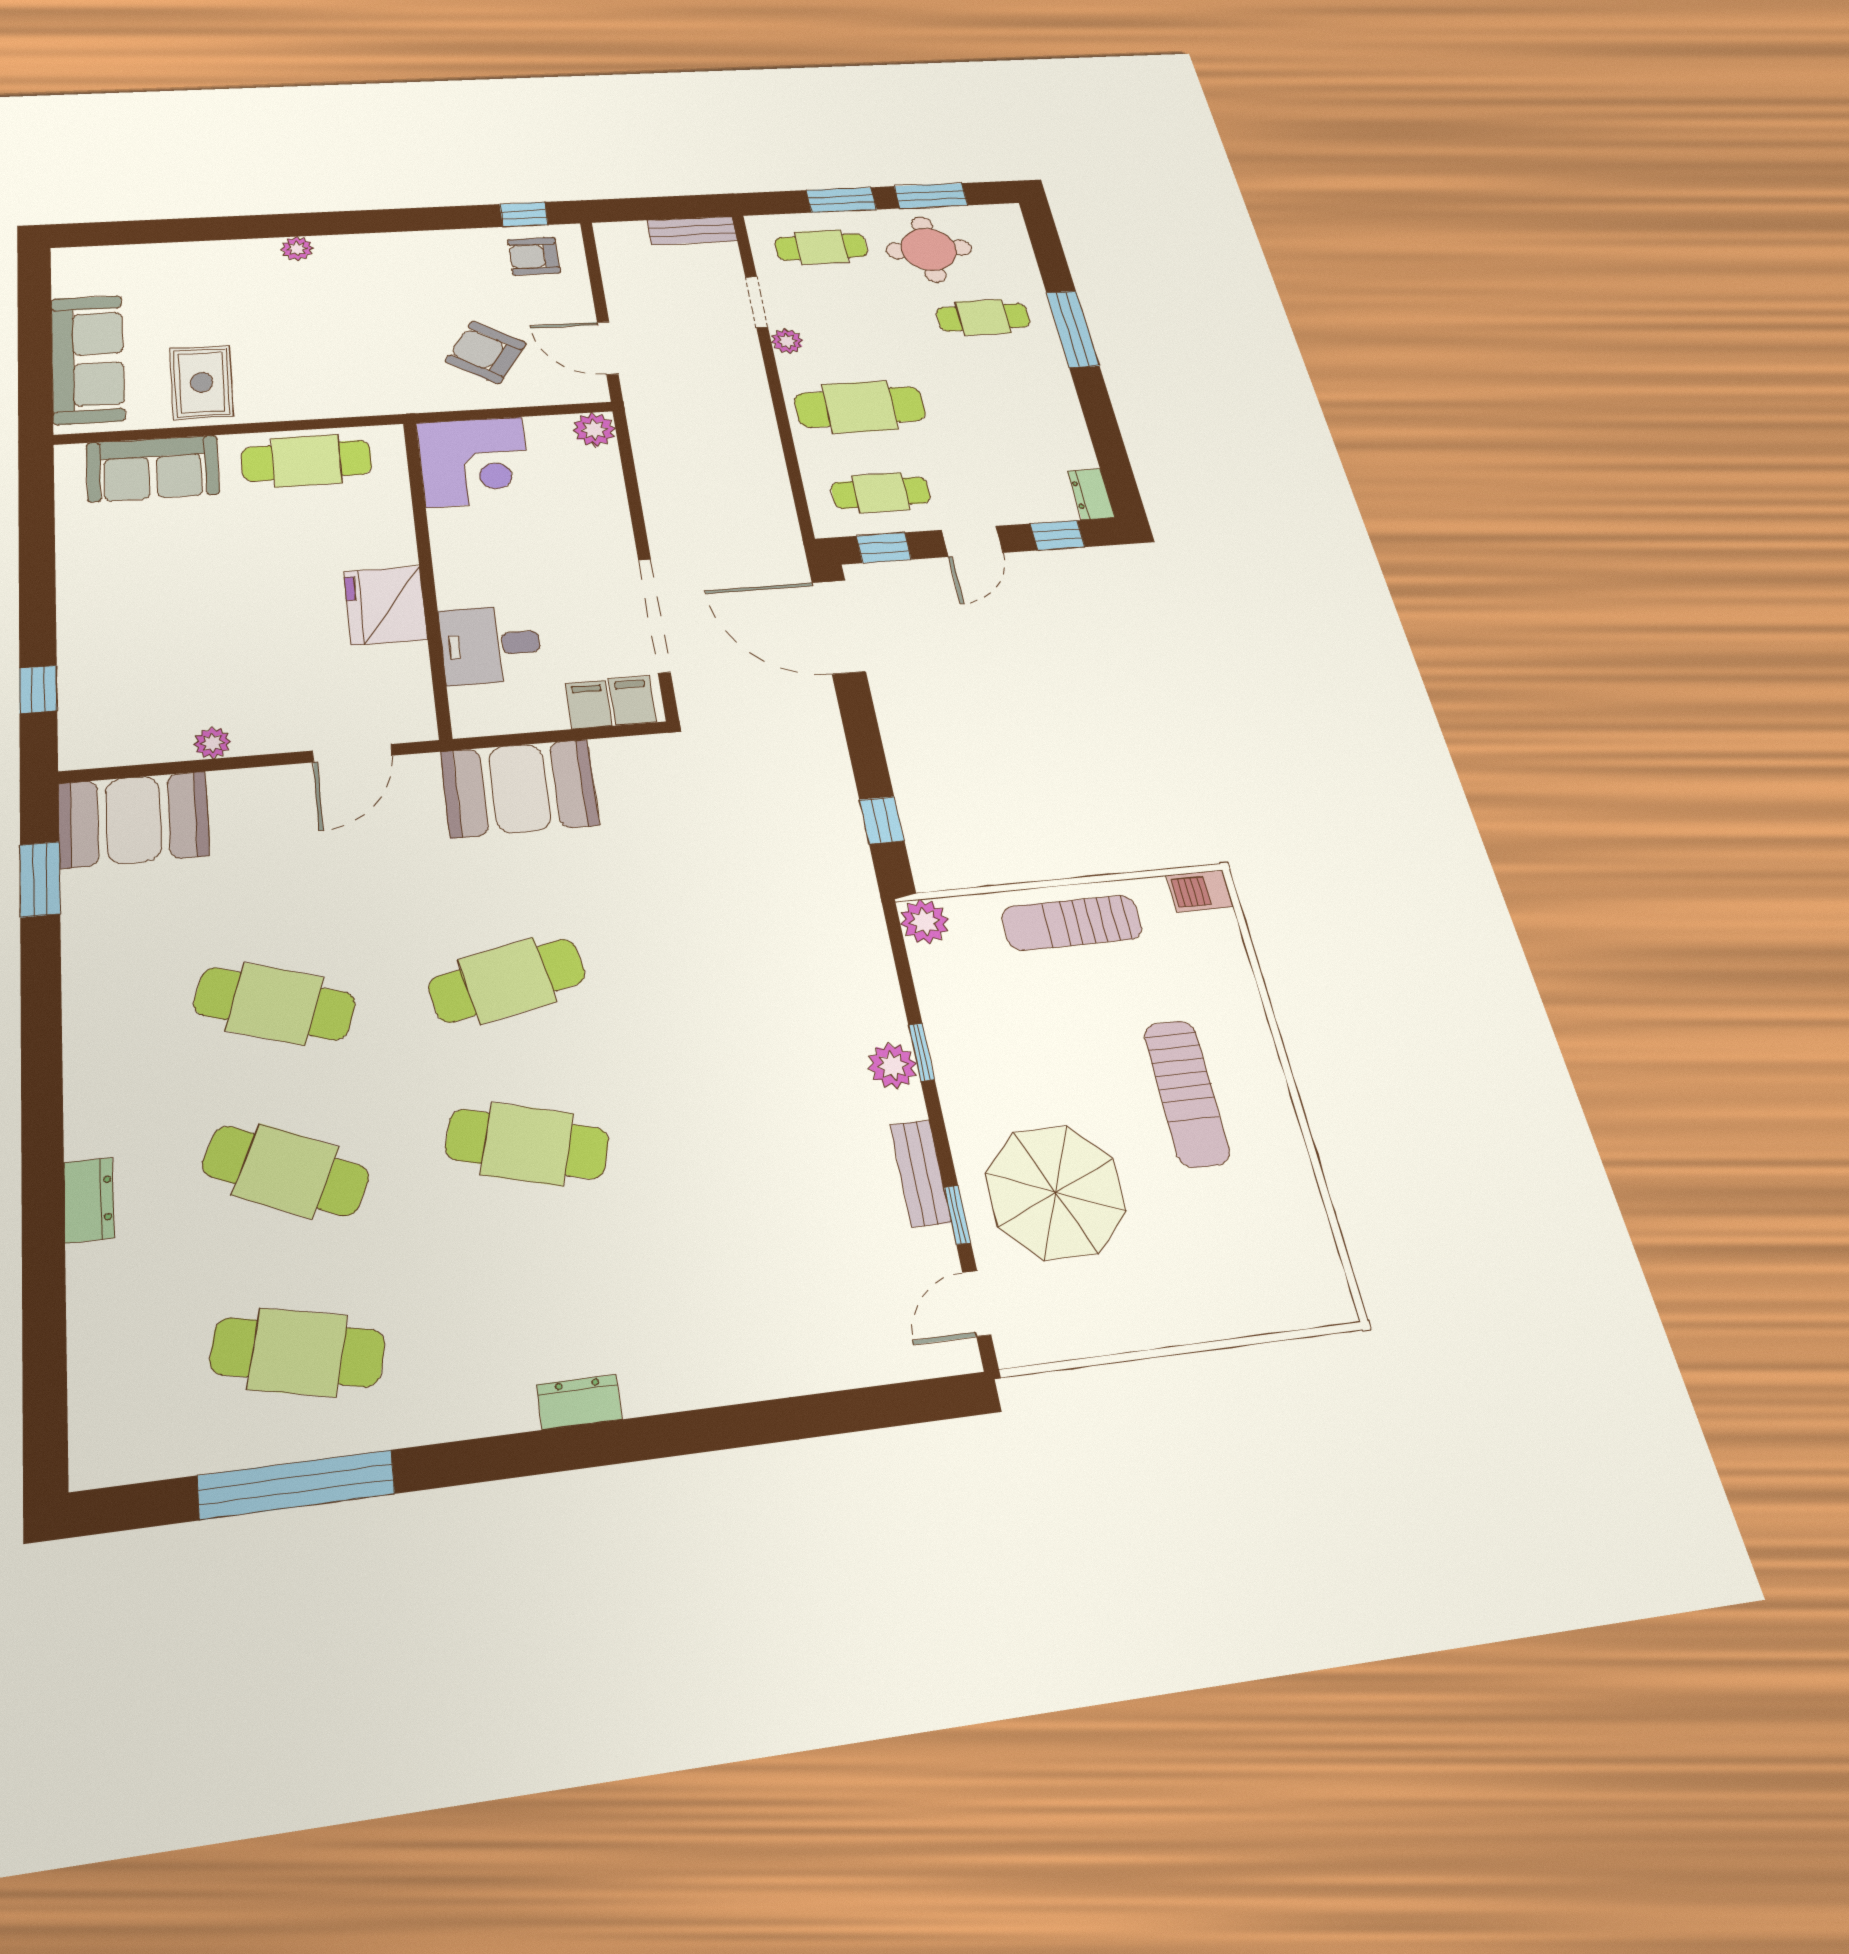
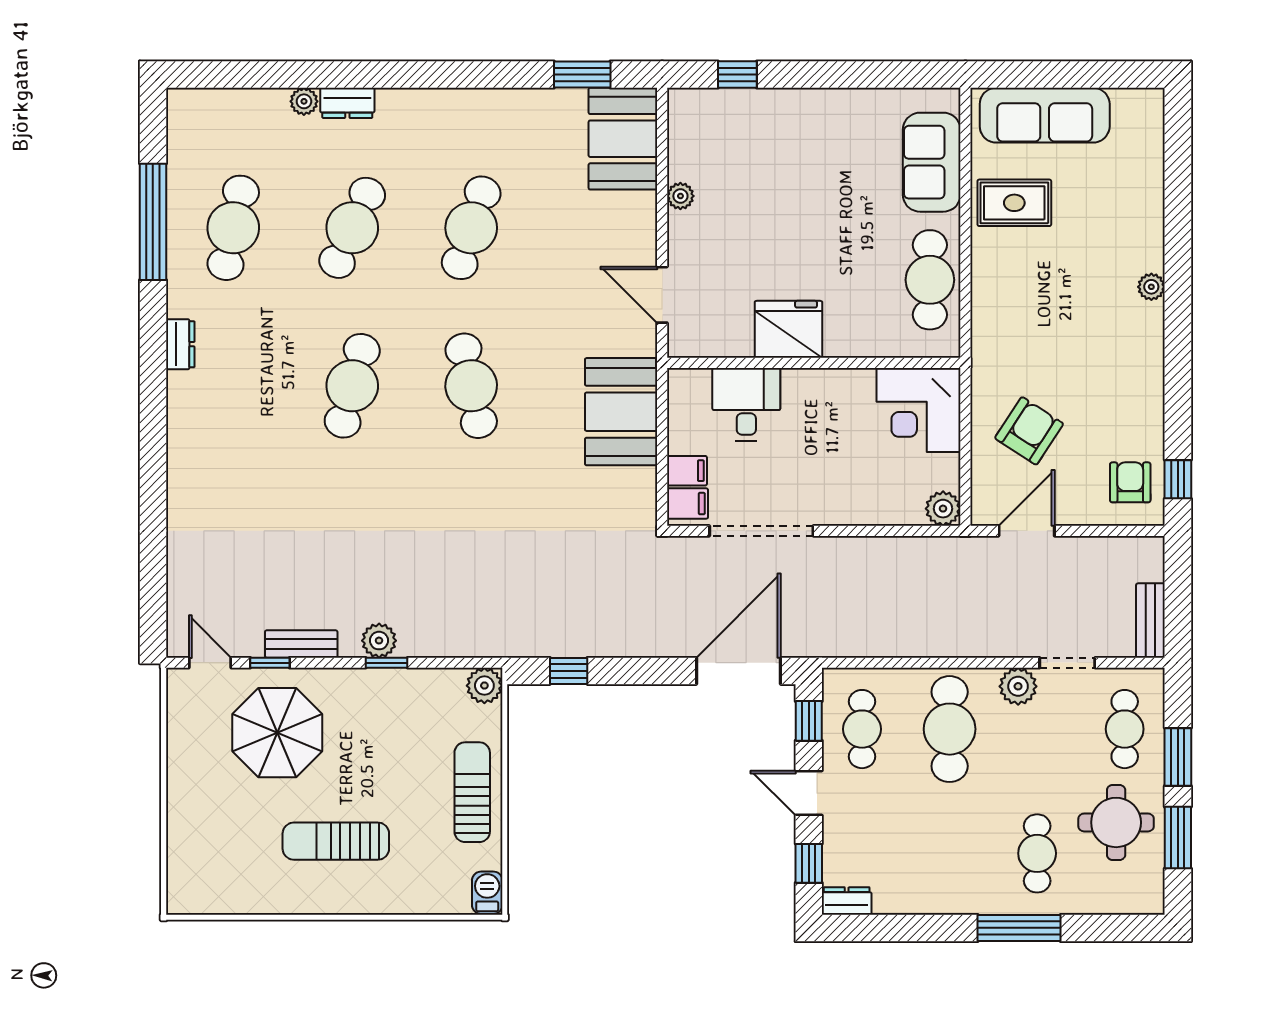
plant: (787, 341) -> (1018, 686), width x1.38, depth x1.38
plant: (88, 1266) -> (304, 101), added
dresser: (579, 1402) -> (180, 344), moved

